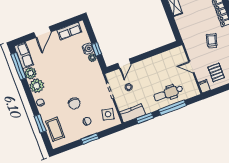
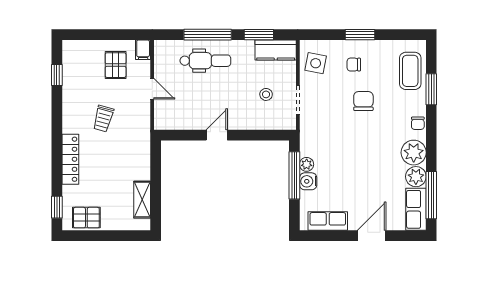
window: (97, 49) -> (294, 175), width x2.17
door: (124, 64) -> (217, 135), moved

